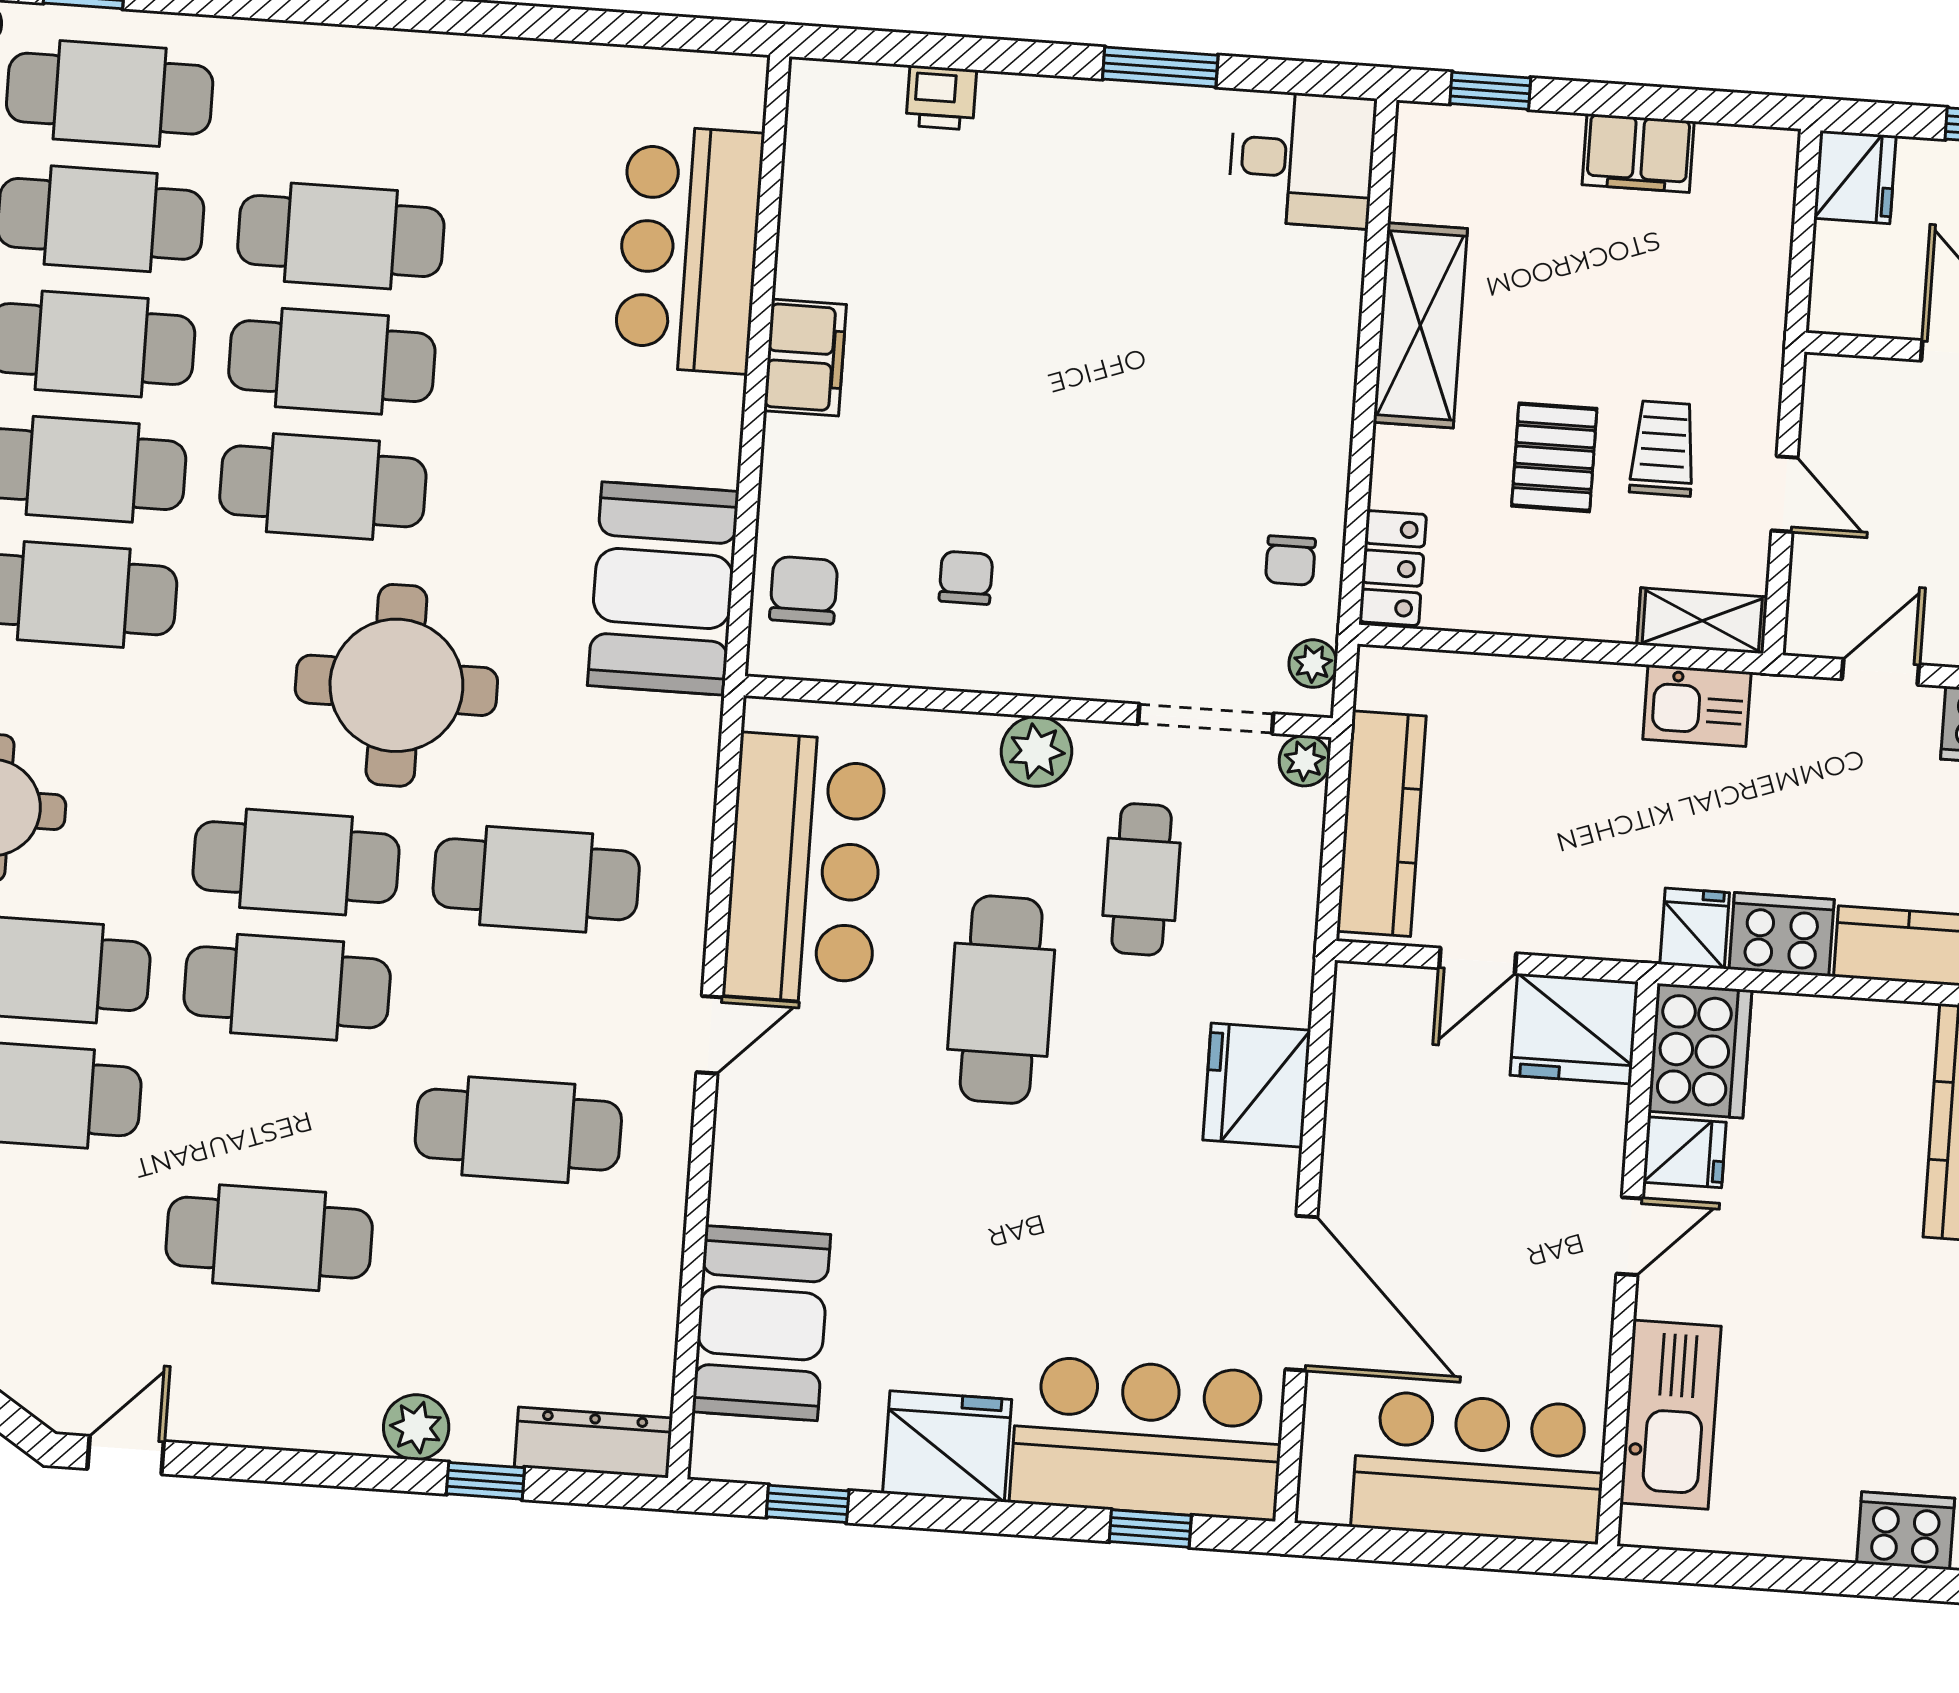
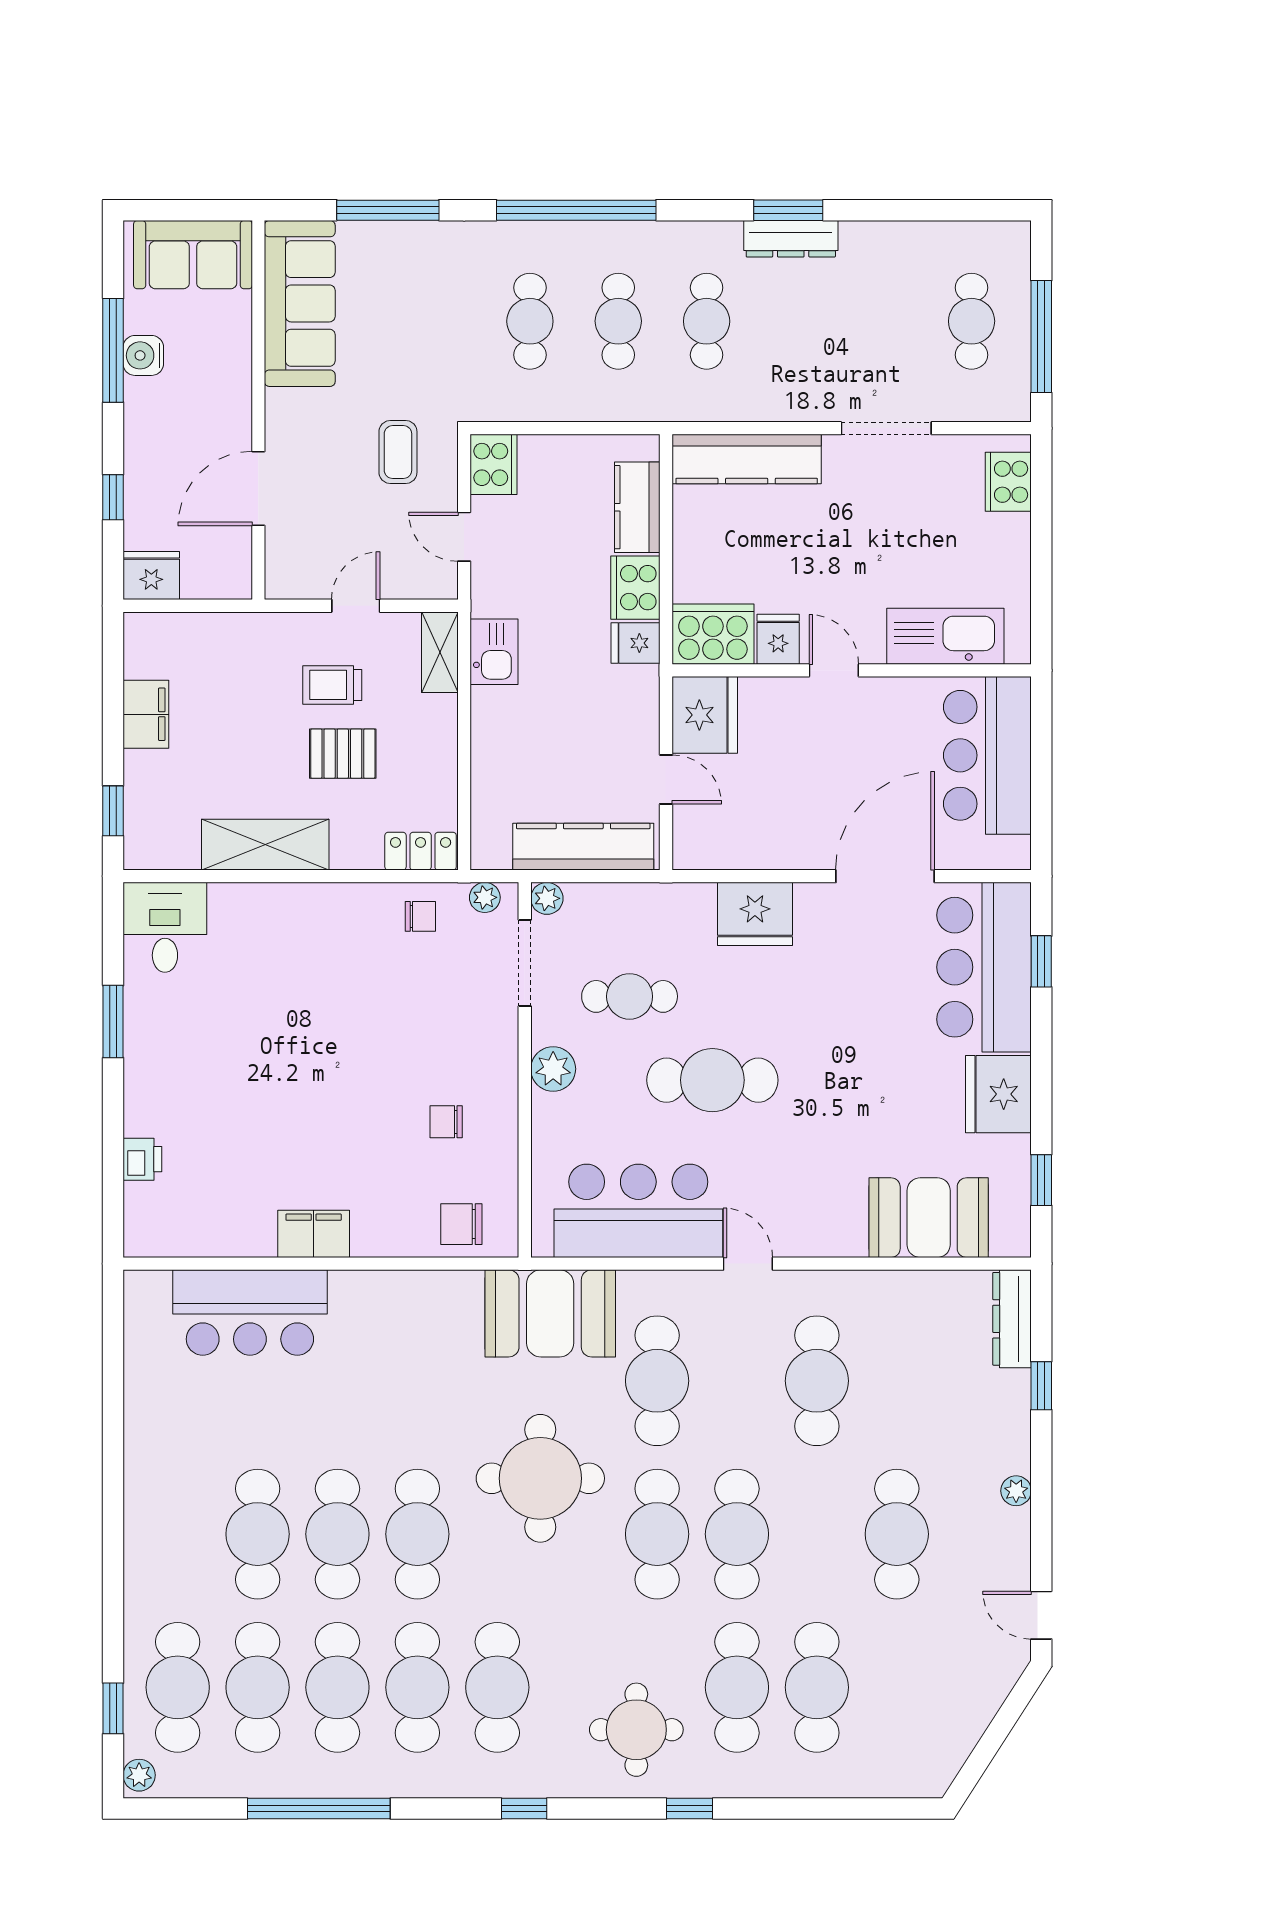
booth: (663, 588) -> (550, 1313), moved
plant: (416, 1427) -> (1016, 1491), moved, width x0.73, depth x0.73

